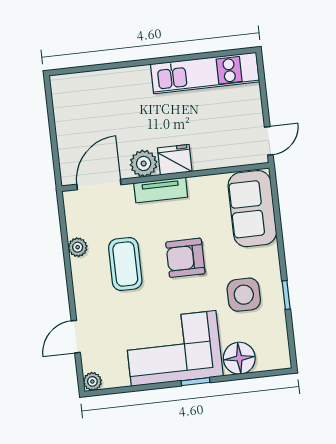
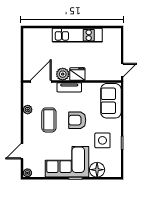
kitchen unit: (205, 73) -> (77, 35), moved

